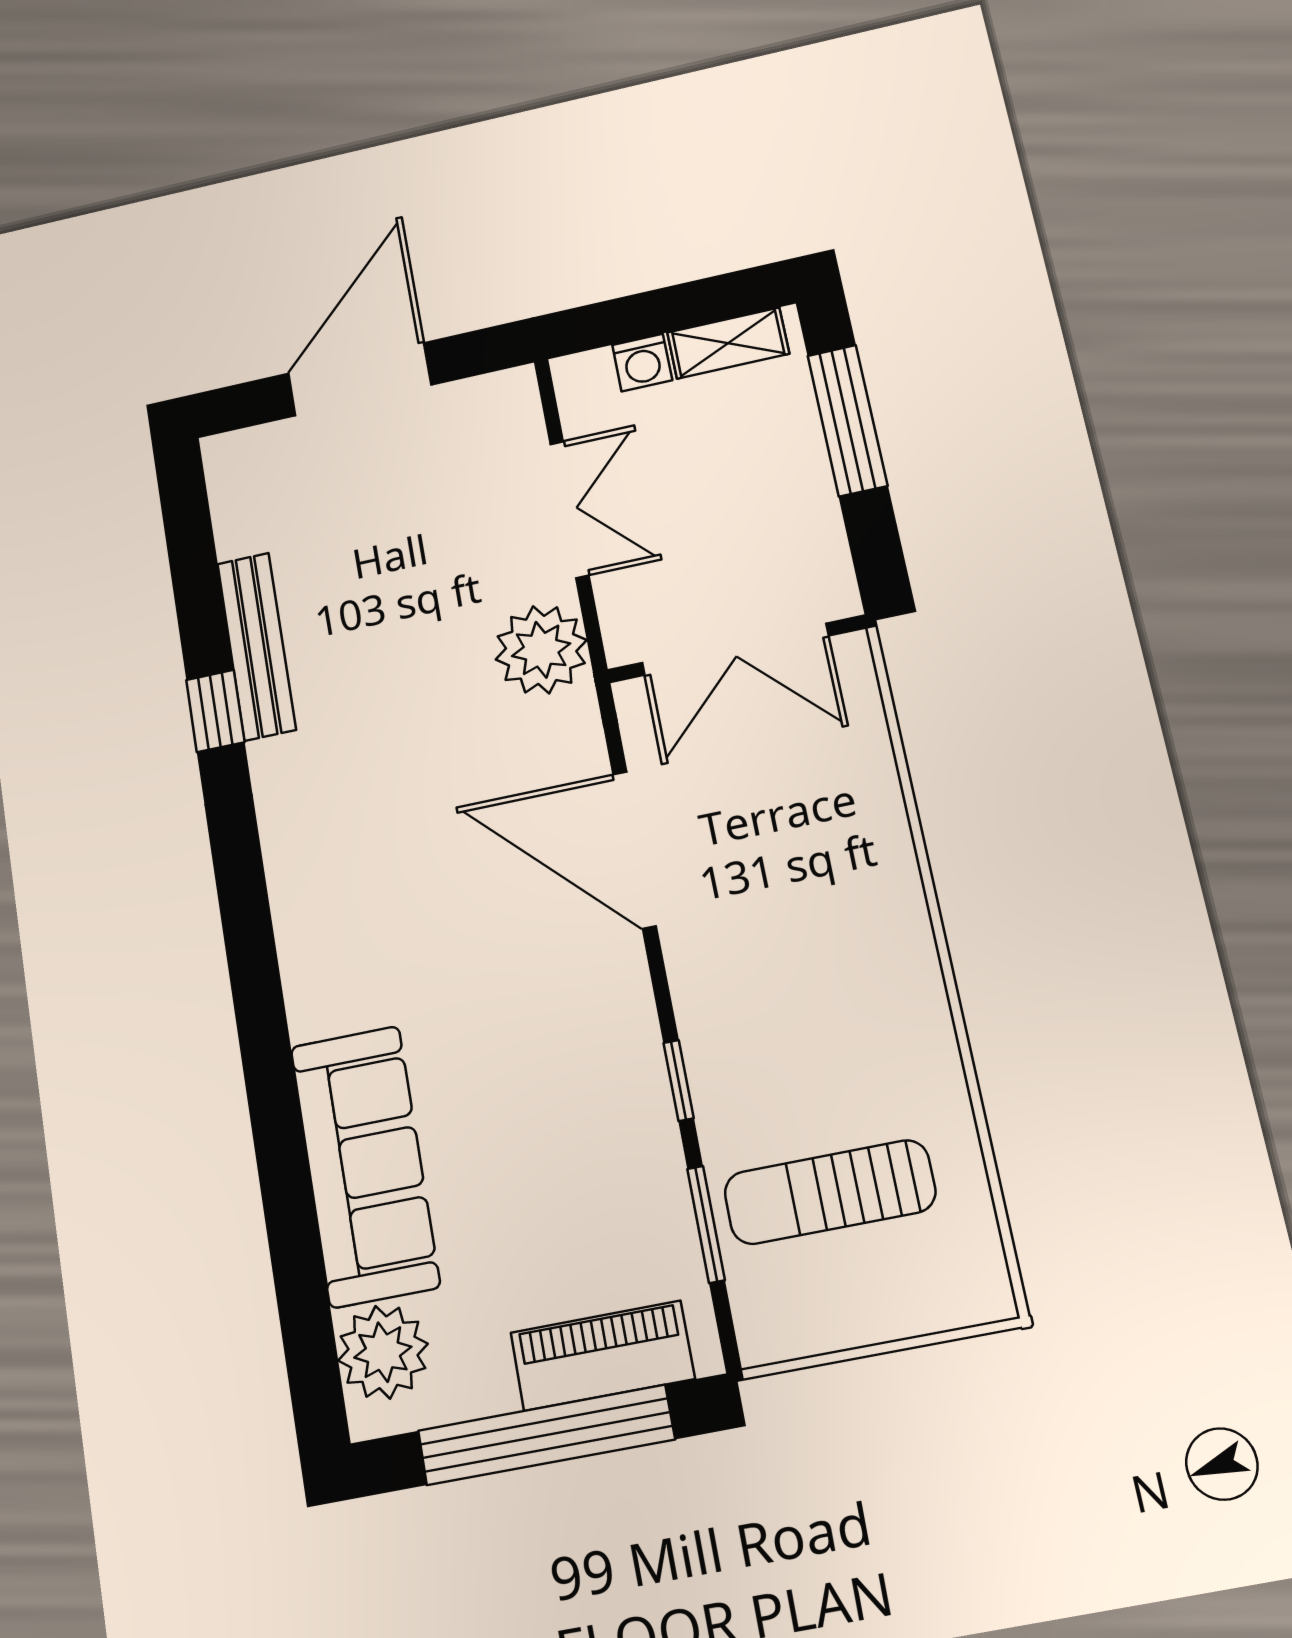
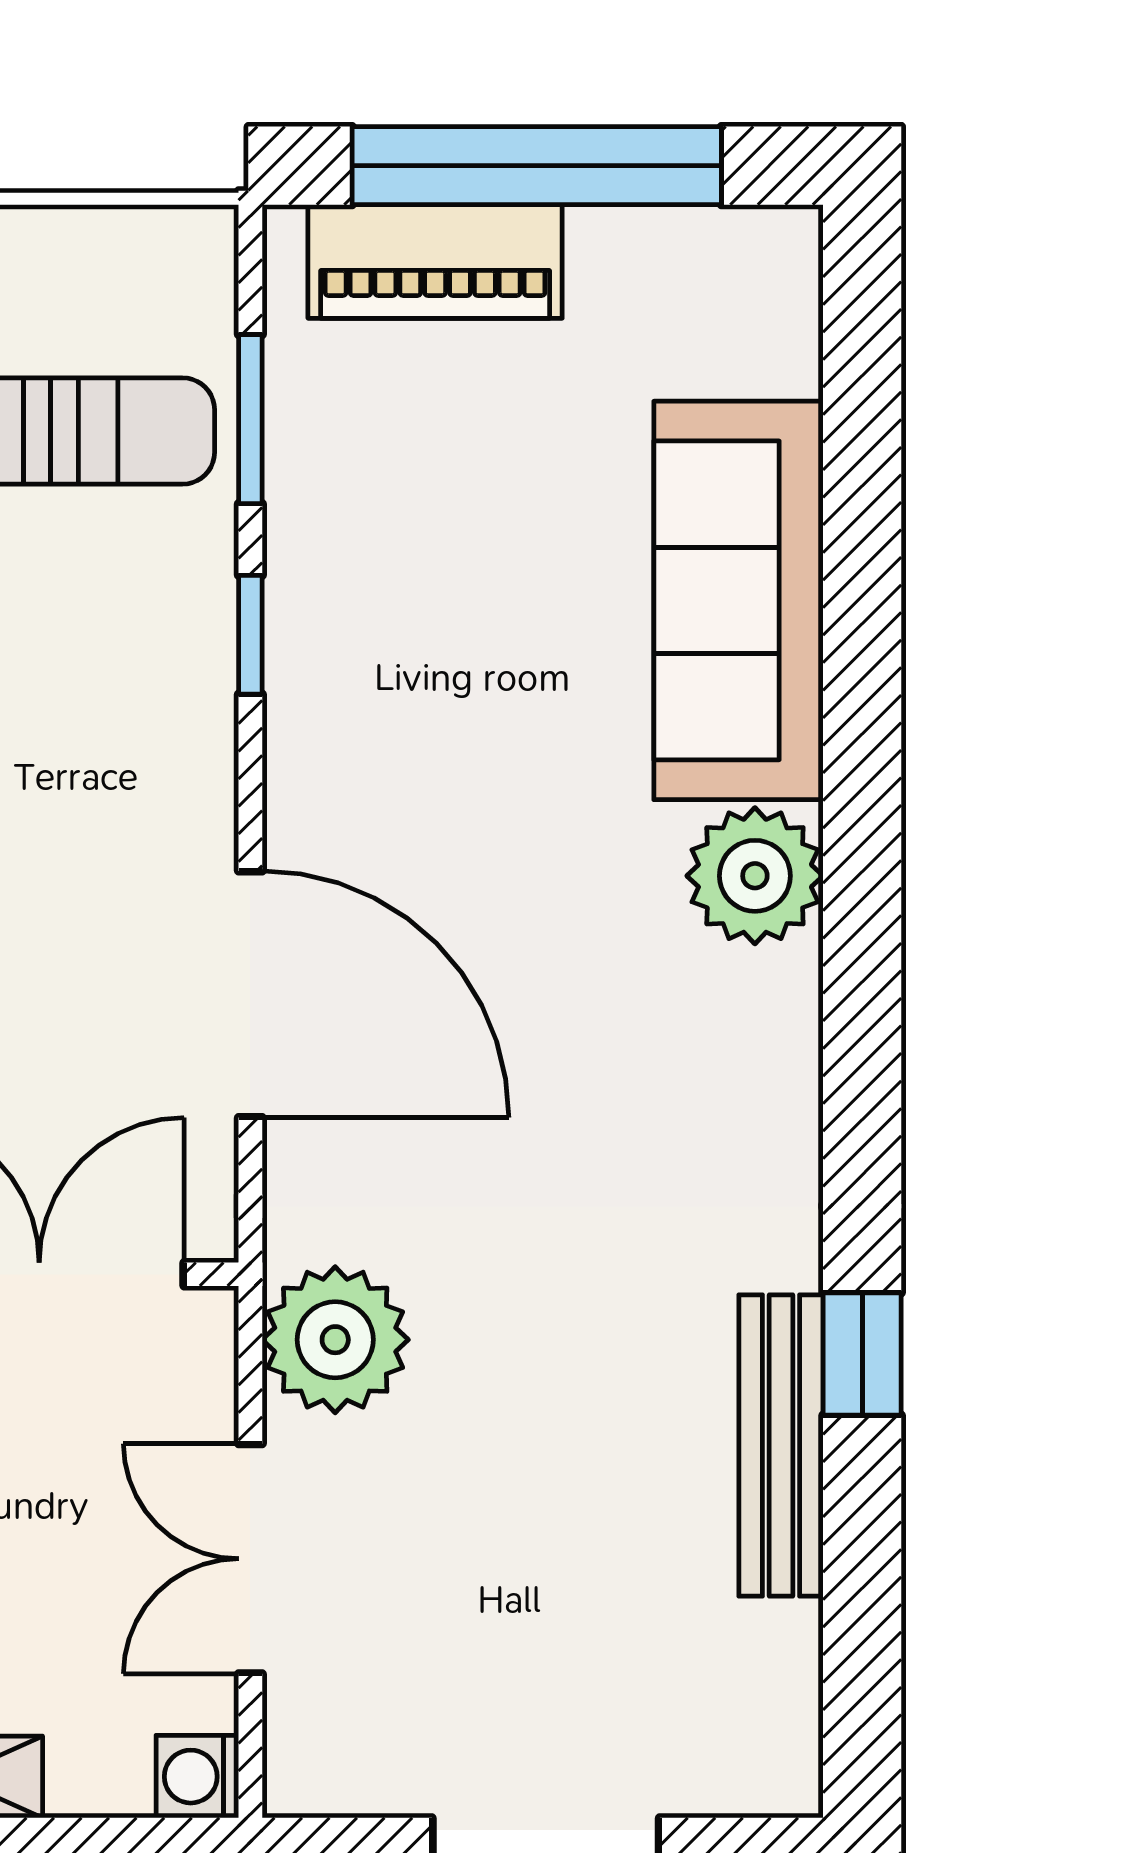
washing machine: (642, 363) -> (197, 1777), moved, turned -90
plant: (383, 1352) -> (755, 876), moved

